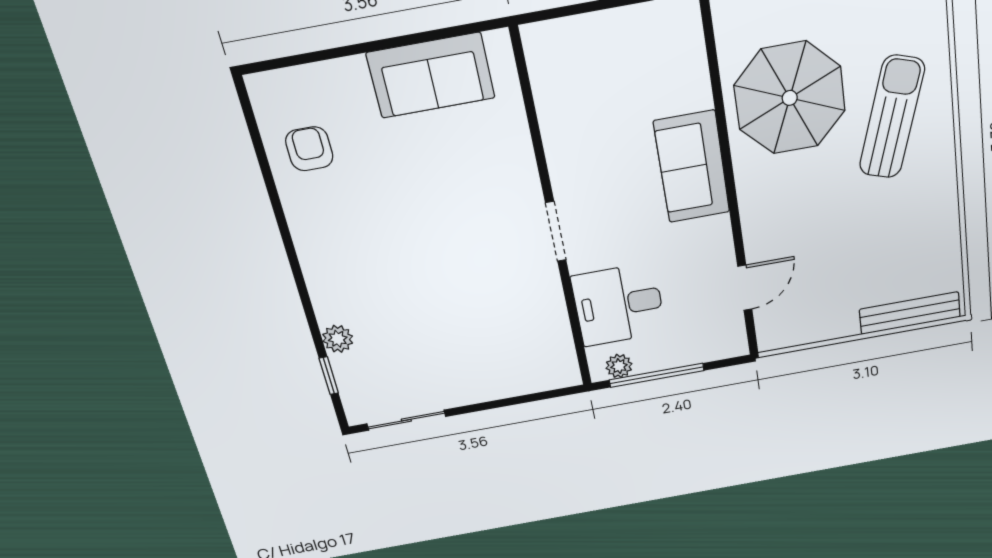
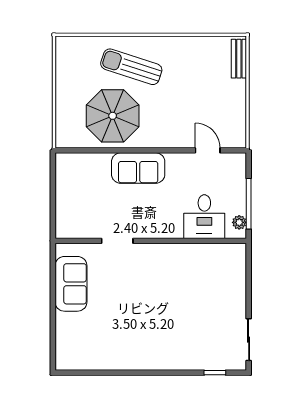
armchair: (309, 149) -> (95, 349), removed
doorway: (556, 231) -> (117, 241), moved
bench: (910, 313) -> (239, 59), width x0.73
plant: (338, 339) -> (195, 362), removed

